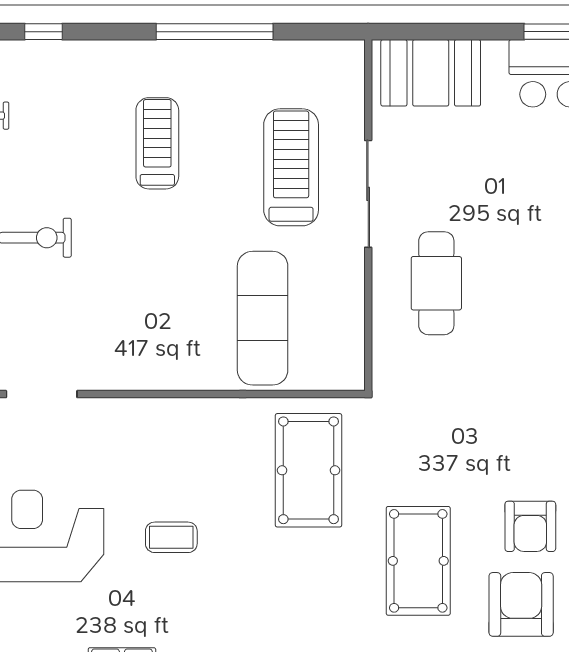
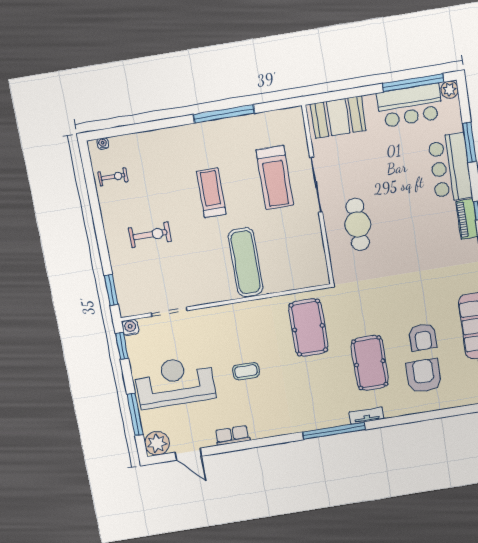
window: (44, 32) -> (136, 128), removed
treadmill: (157, 143) -> (211, 193), moved
treadmill: (291, 167) -> (275, 178), turned 180
exercise mat: (263, 318) -> (246, 262), moved

